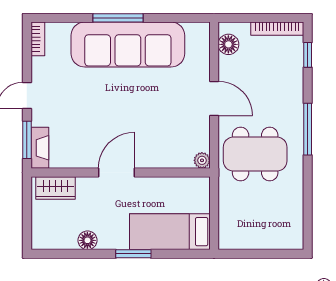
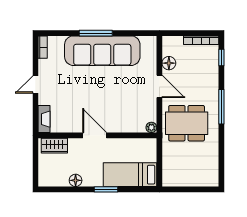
floor lamp: (228, 44) -> (169, 63), moved
window: (27, 140) -> (35, 114), removed
door: (116, 172) -> (95, 135), hinge flipped

